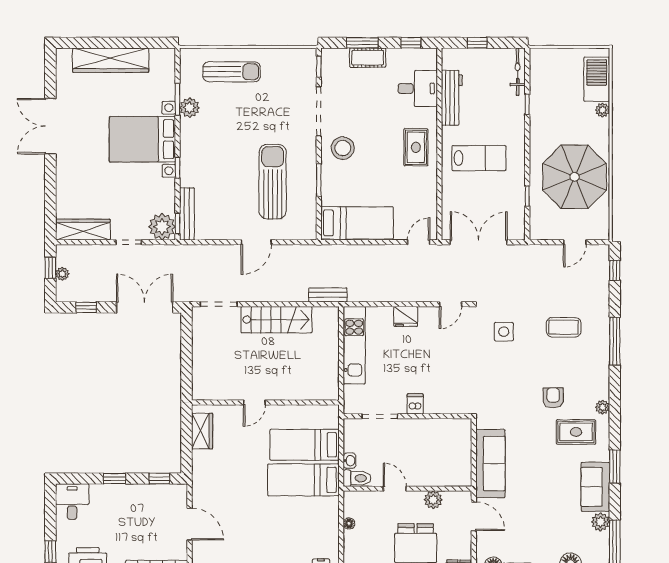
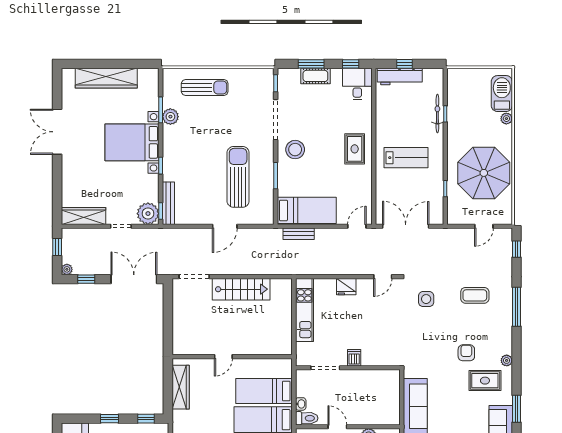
bicycle: (518, 72) -> (437, 114), moved
desk: (418, 88) -> (357, 84), moved, turned -90
workbench: (452, 98) -> (400, 76), moved, turned 90
plant: (62, 274) -> (67, 269), moved
bench: (328, 295) -> (299, 234), moved
wardrobe: (202, 431) -> (181, 387), width x1.50

